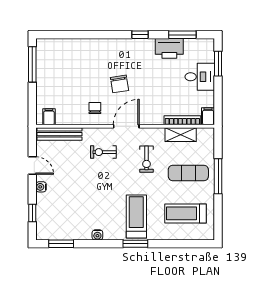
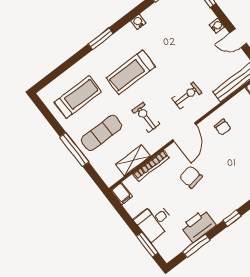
chair: (119, 84) -> (191, 177), moved
bookcase: (182, 120) -> (151, 166), moved
treadmill: (136, 216) -> (131, 72), moved, turned 90

